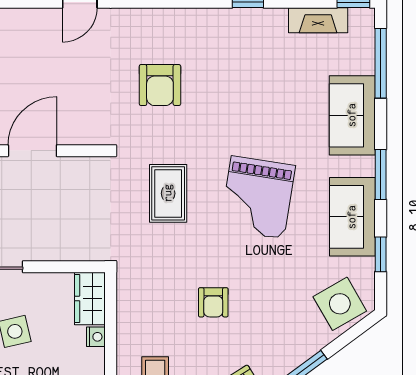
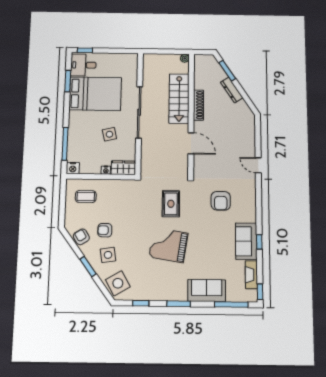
armchair: (160, 85) -> (221, 201), turned -90
rug: (168, 193) -> (171, 204), turned 90
sofa: (352, 217) -> (246, 241), moved, turned -90
armchair: (213, 302) -> (105, 230), moved
side table: (280, 326) -> (108, 255), added

